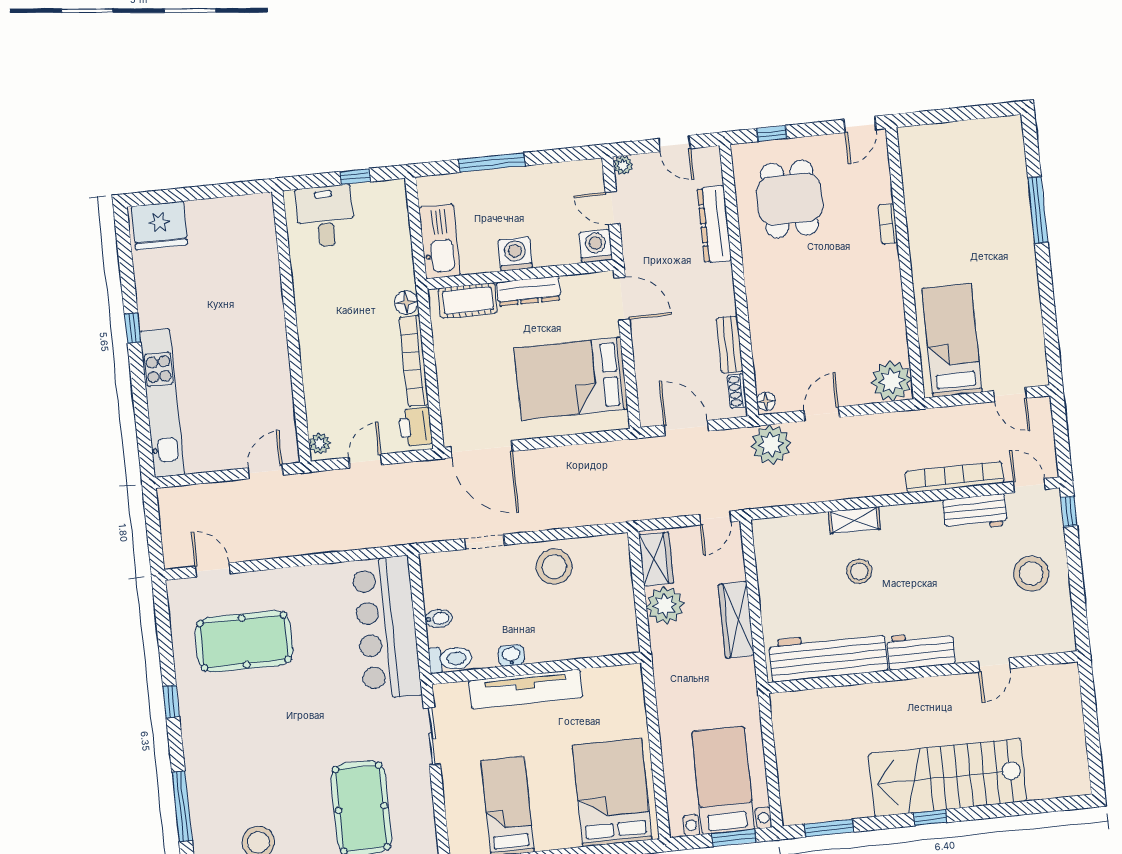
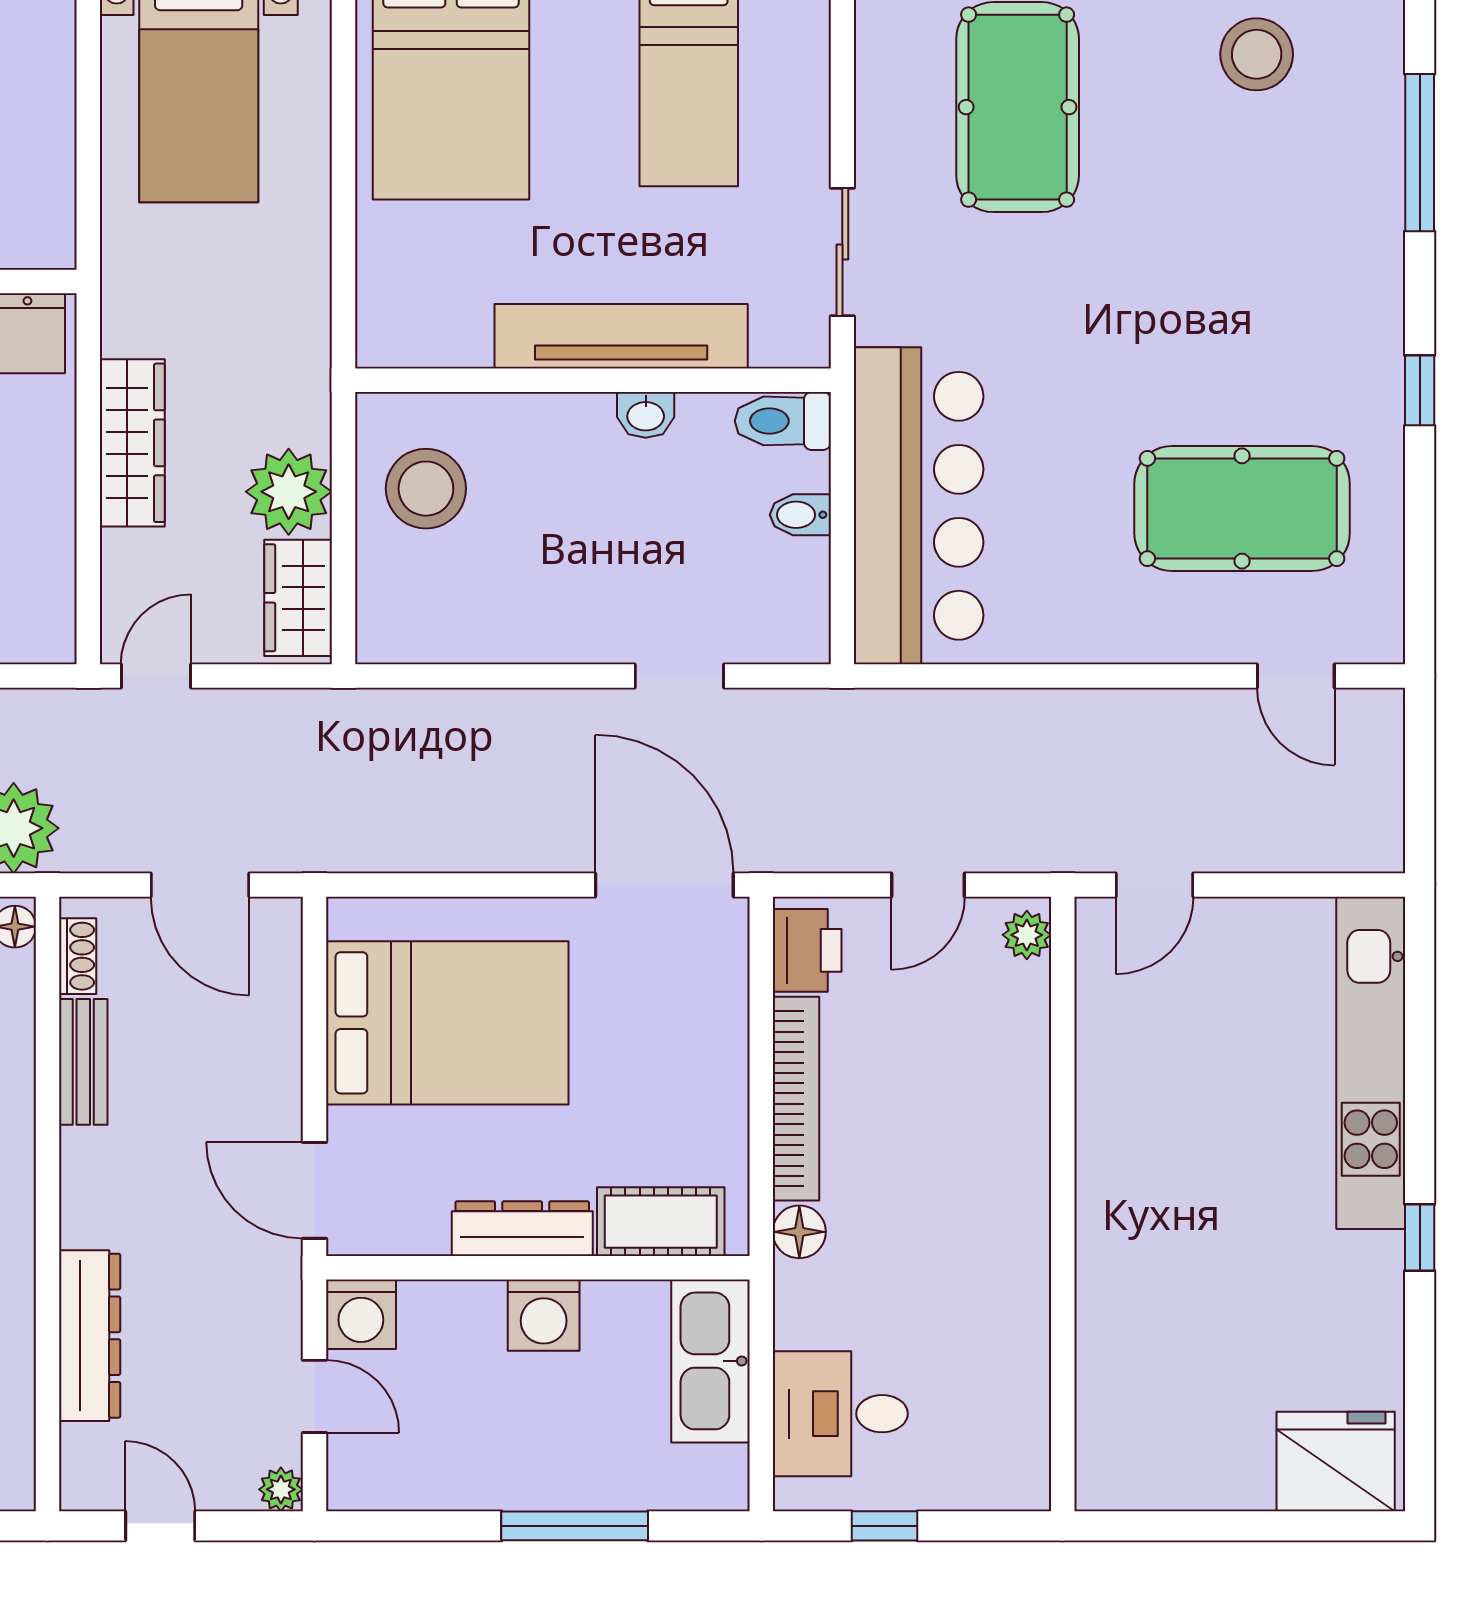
desk: (325, 216) -> (840, 1414), moved, turned 90
stool: (554, 567) -> (426, 489), moved

